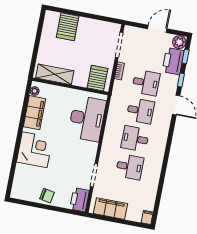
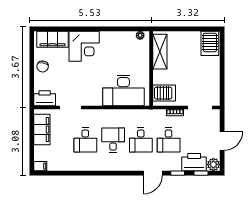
server rack: (68, 27) -> (210, 43), moved, turned -90
door: (157, 29) -> (222, 141), hinge flipped
filing cabinet: (34, 113) -> (53, 39), moved

